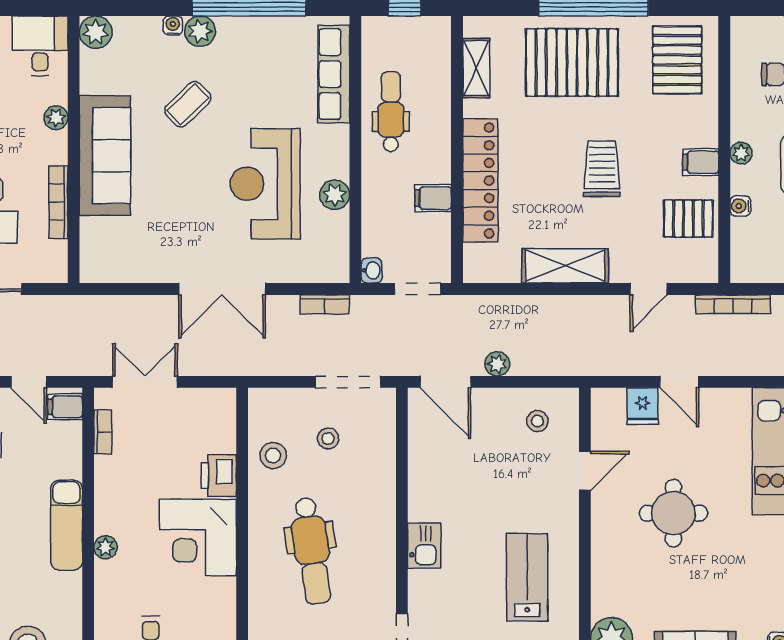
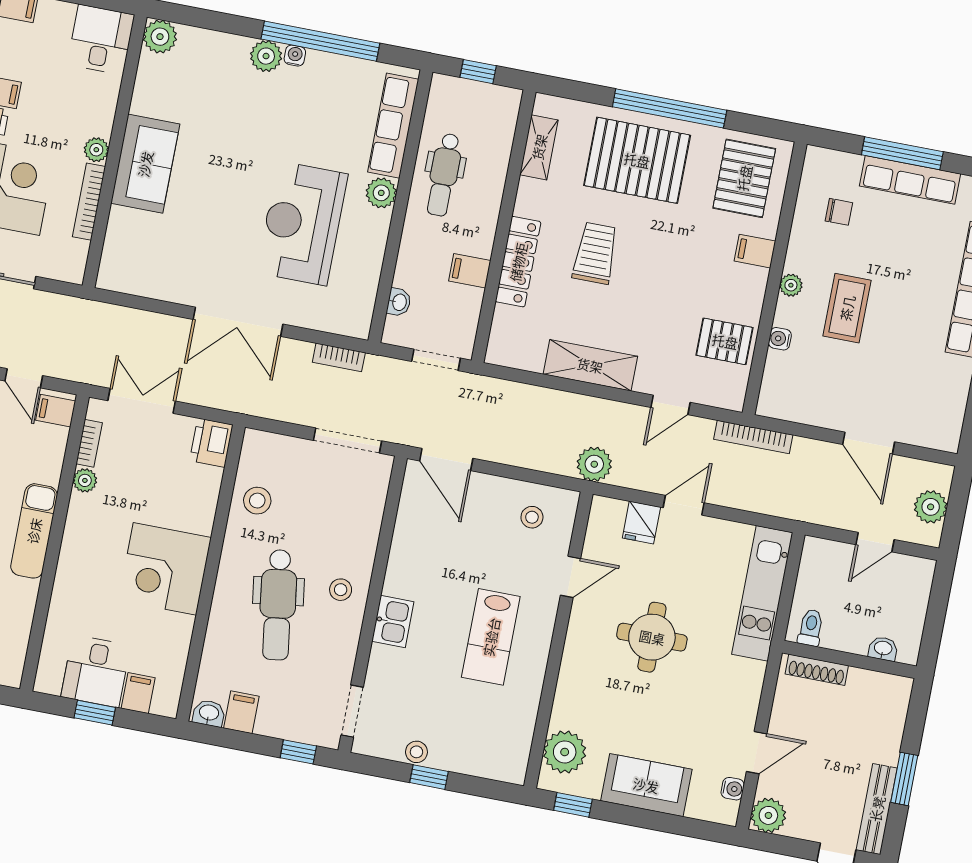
water cooler: (173, 26) -> (295, 56), moved
coffee table: (188, 104) -> (239, 128), removed
dental chair: (391, 112) -> (444, 175), turned 180
plant: (56, 118) -> (96, 150), moved
sofa: (105, 156) -> (145, 164), width x0.73
filing cabinet: (701, 162) -> (755, 251), moved
trolley: (602, 169) -> (595, 253), moved
locker: (480, 181) -> (518, 262), width x0.71, depth x0.83
plant: (335, 195) -> (381, 193), moved
washbasin: (371, 270) -> (399, 302), moved
plant: (497, 364) -> (594, 464), moved, width x1.38, depth x1.38
door: (679, 382) -> (684, 505), swing flipped
stool: (328, 438) -> (341, 590), moved
printer: (219, 475) -> (211, 443), moved
plant: (106, 547) -> (85, 480), moved
lab bench: (527, 577) -> (491, 637), moved, turned 180

